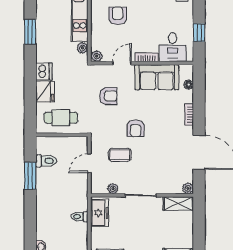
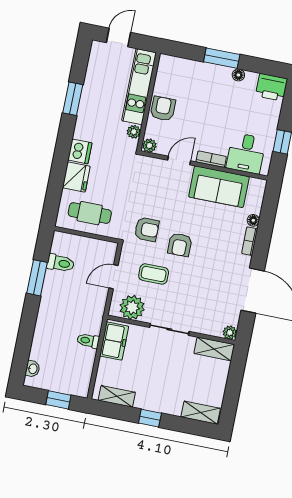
armchair: (118, 16) -> (163, 109), moved
floor lamp: (189, 85) -> (253, 220), moved
armchair: (108, 96) -> (147, 229), moved
plant: (113, 189) -> (132, 307), width x1.87, depth x1.87

